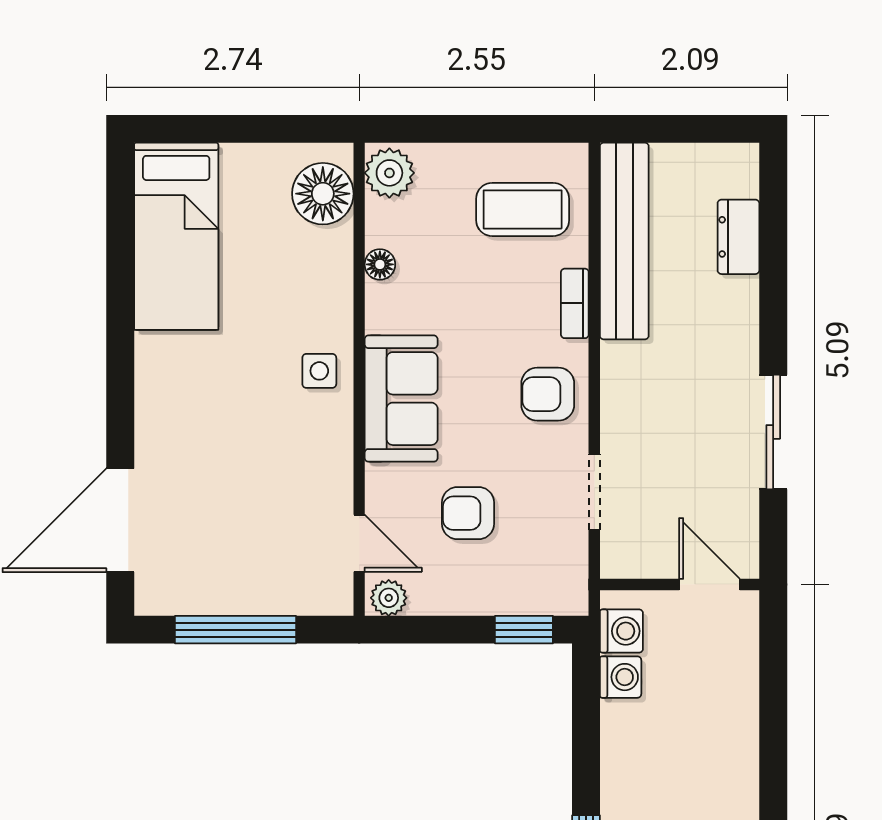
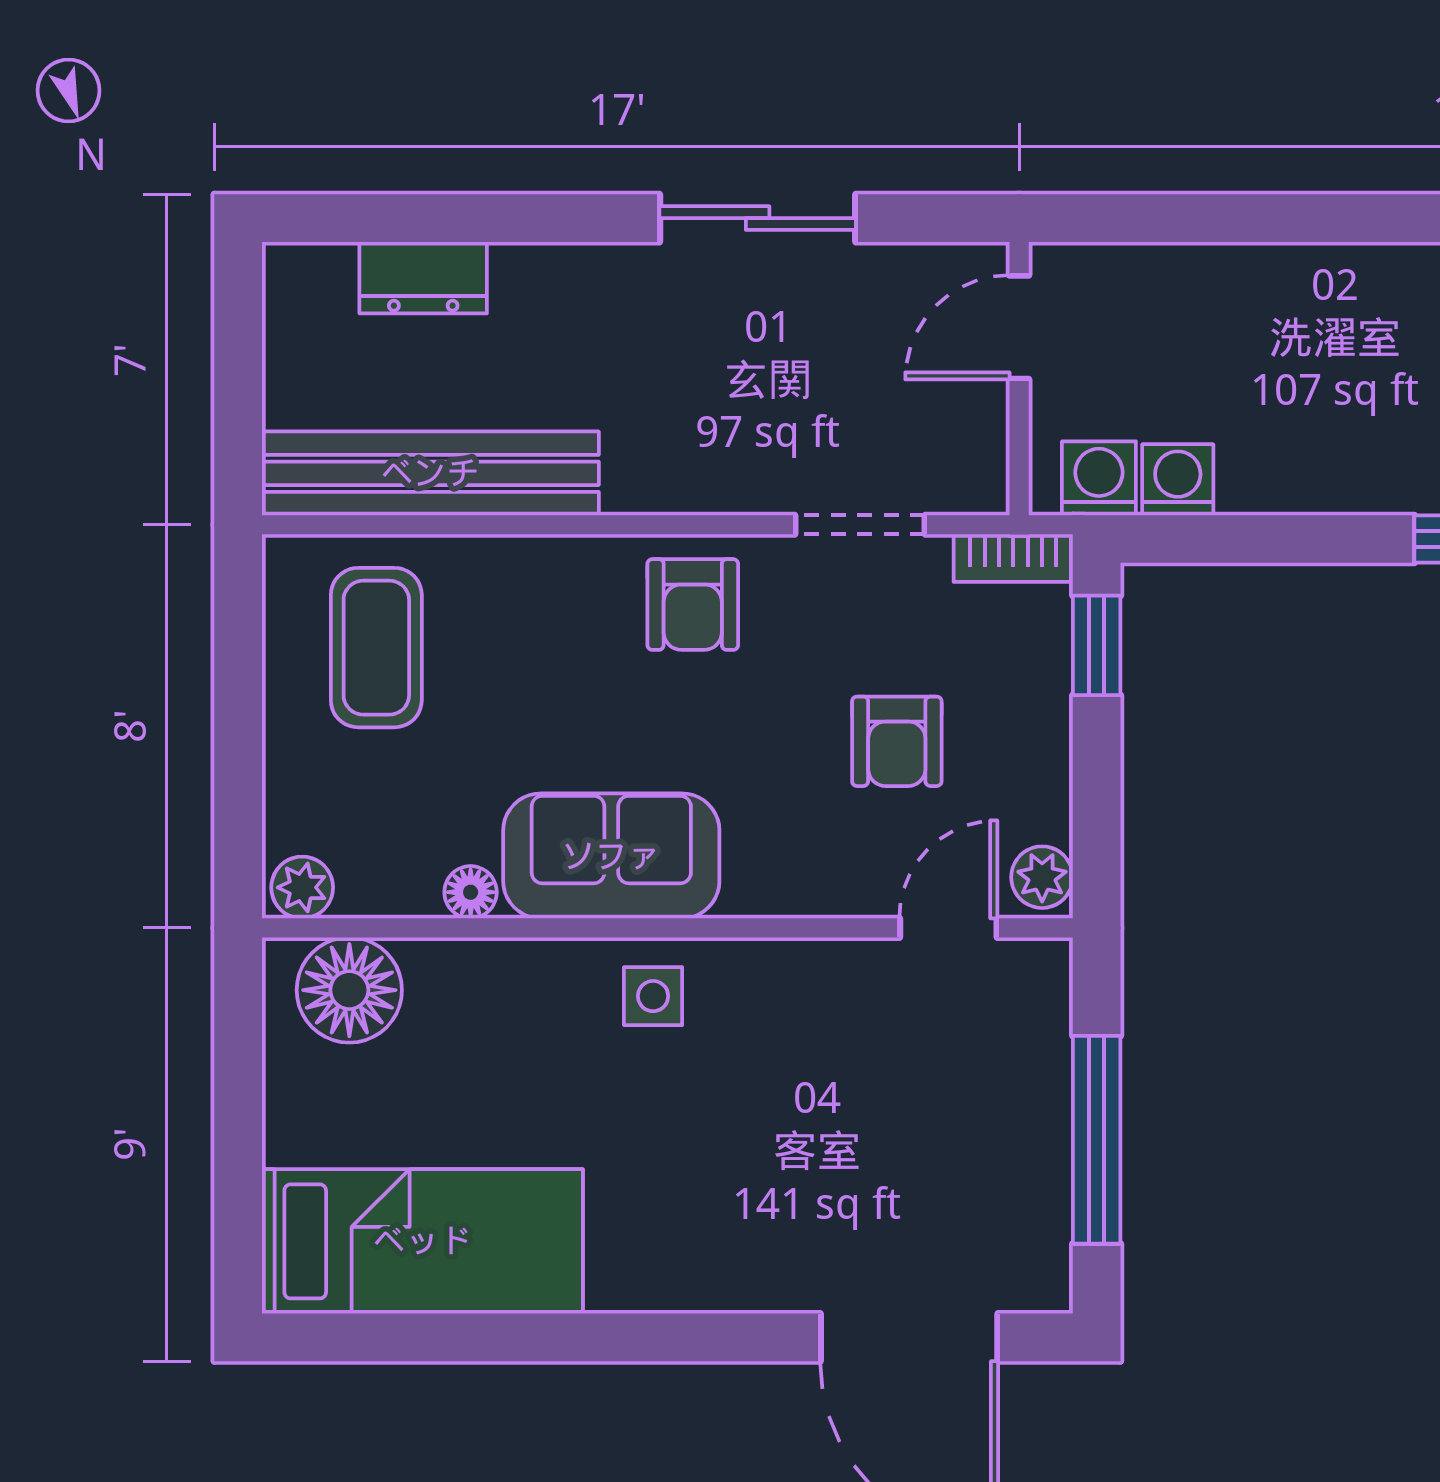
plant: (389, 173) -> (302, 887), width x0.73, depth x0.73
bookcase: (575, 303) -> (1013, 558), moved
sofa: (401, 399) -> (611, 856), moved

